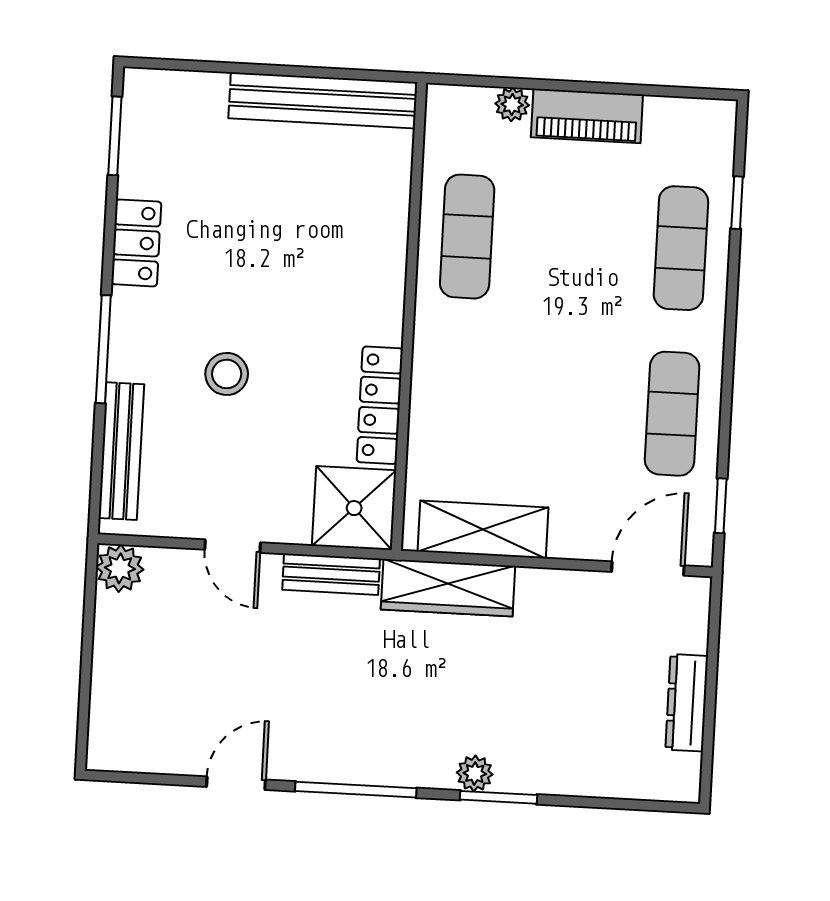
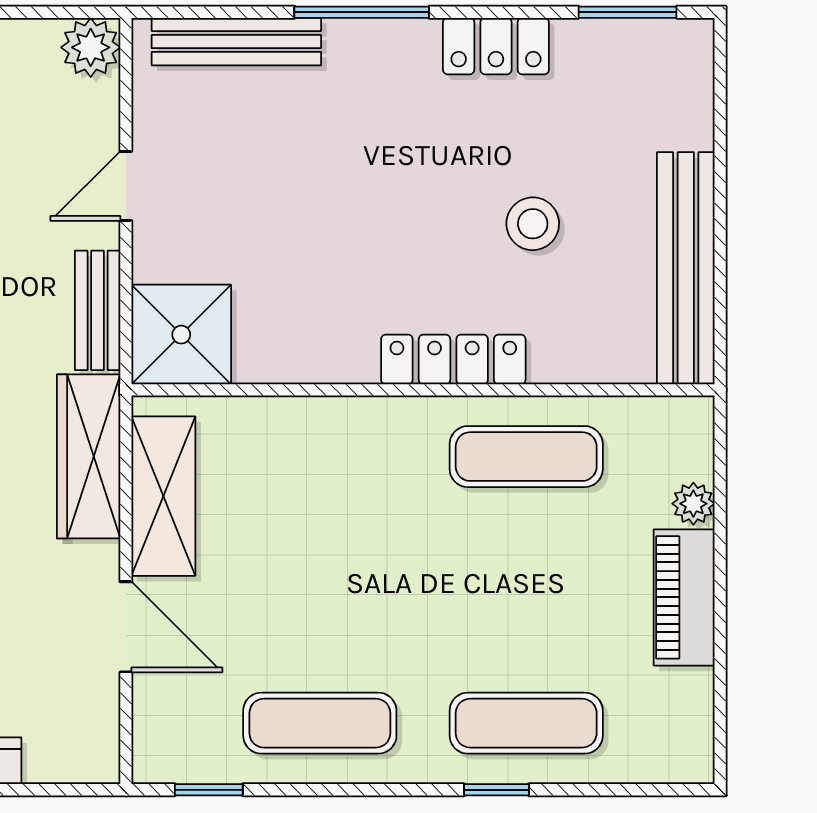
window: (737, 203) -> (496, 790), moved
stool: (227, 374) -> (533, 224), moved
locker: (380, 405) -> (453, 359), moved
door: (648, 569) -> (126, 627), moved

